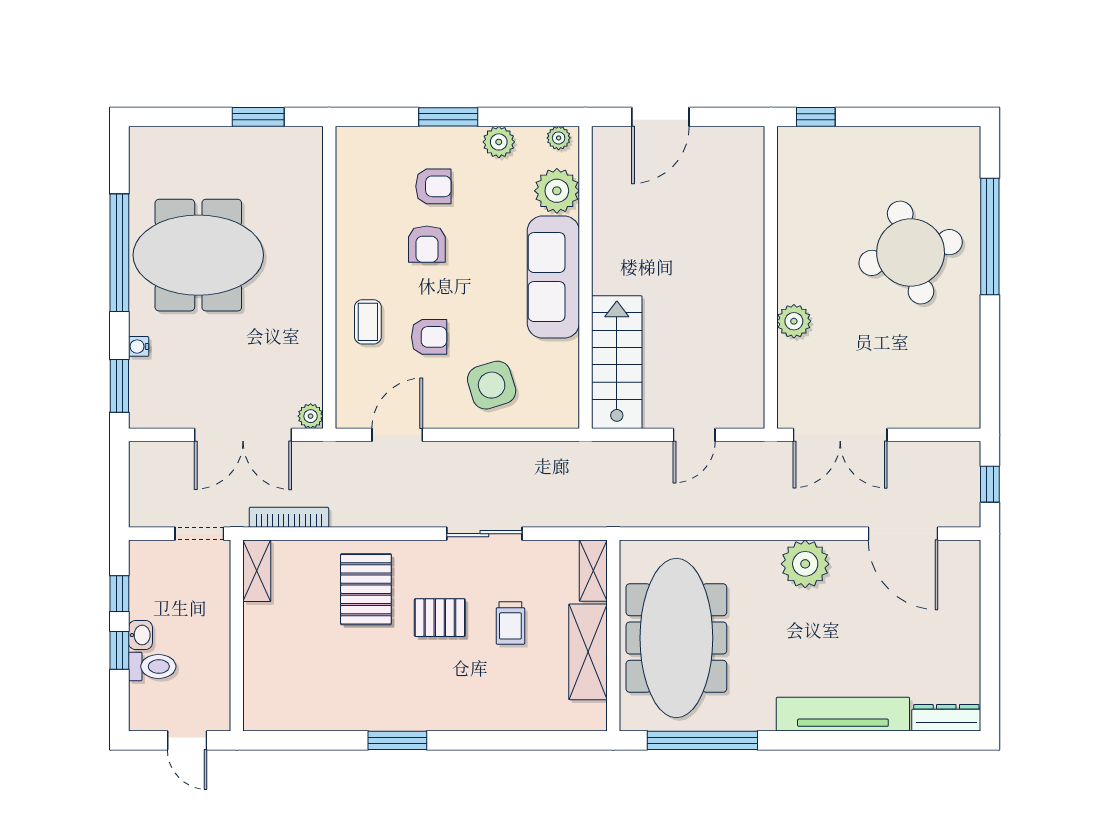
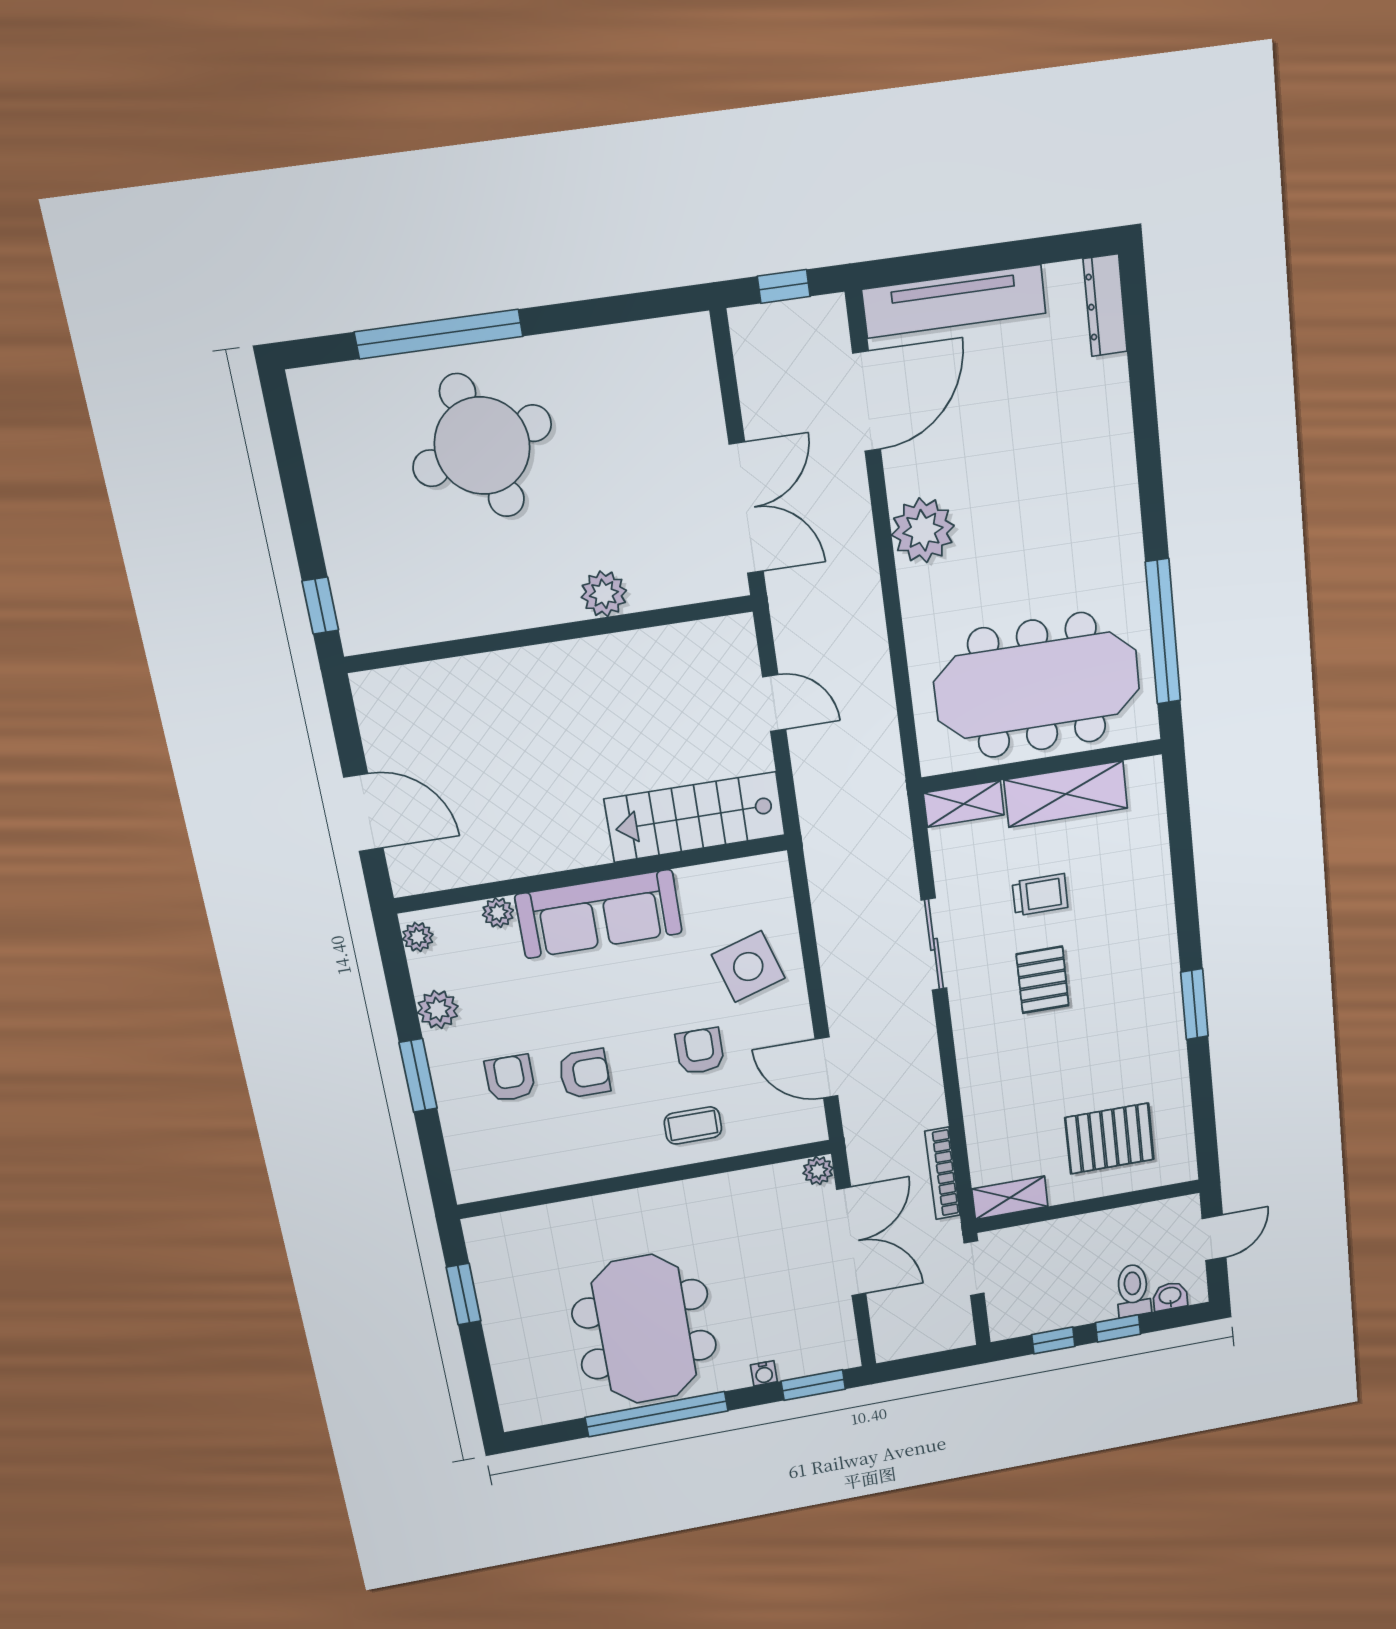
plant: (557, 191) -> (498, 913), width x0.53, depth x0.53
pallet: (366, 589) -> (1109, 1139), moved
washbasin: (140, 635) -> (1170, 1296), moved
tv unit: (843, 714) -> (954, 301), moved, turned -90

